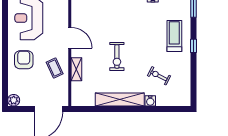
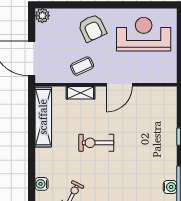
armchair: (24, 60) -> (92, 28), turned 65
shelving: (120, 99) -> (43, 117), moved

